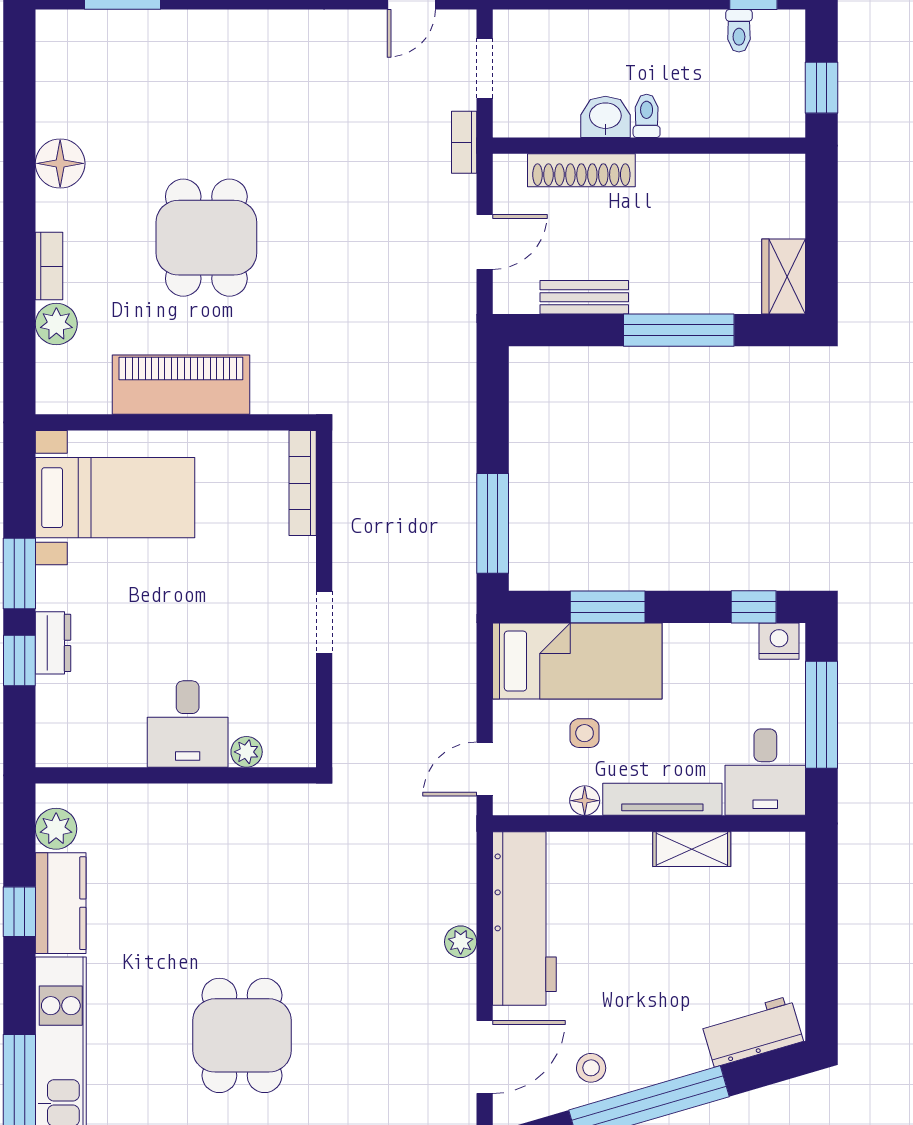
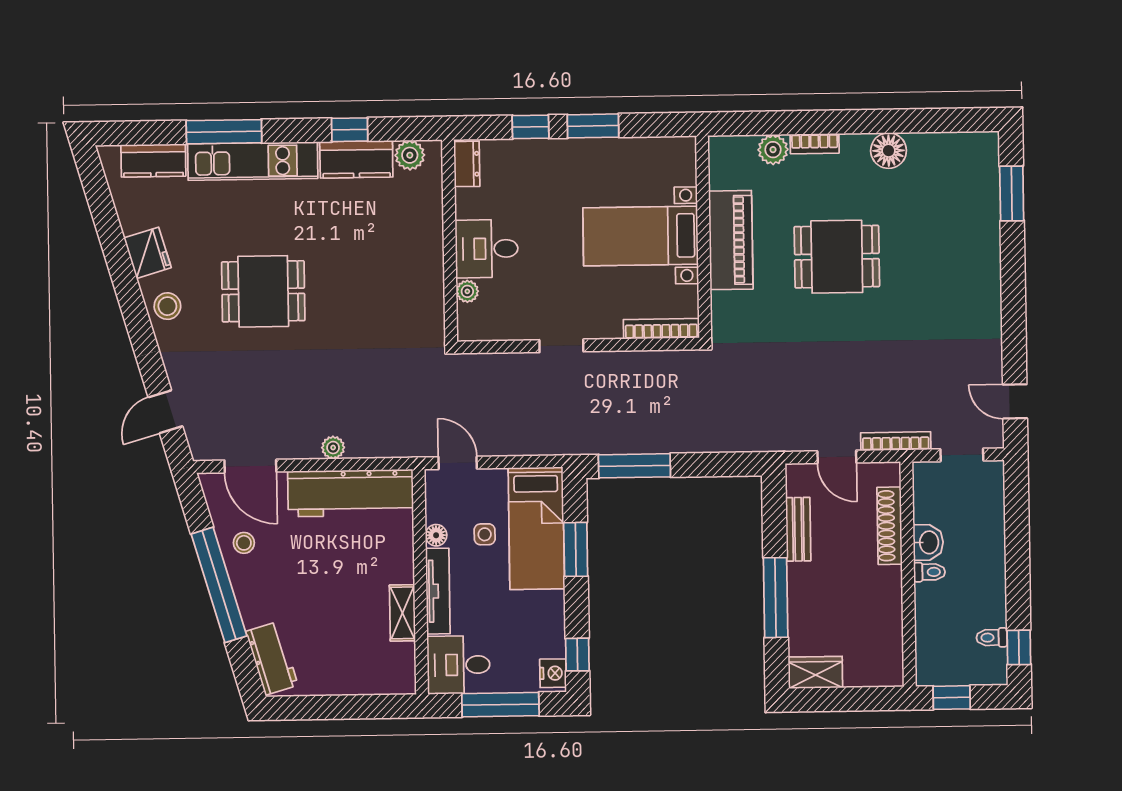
bookcase: (464, 142) -> (896, 441), width x1.56
bed with nightstands: (115, 498) -> (640, 236), moved, turned 90
dresser: (53, 643) -> (467, 164), moved, turned -90

